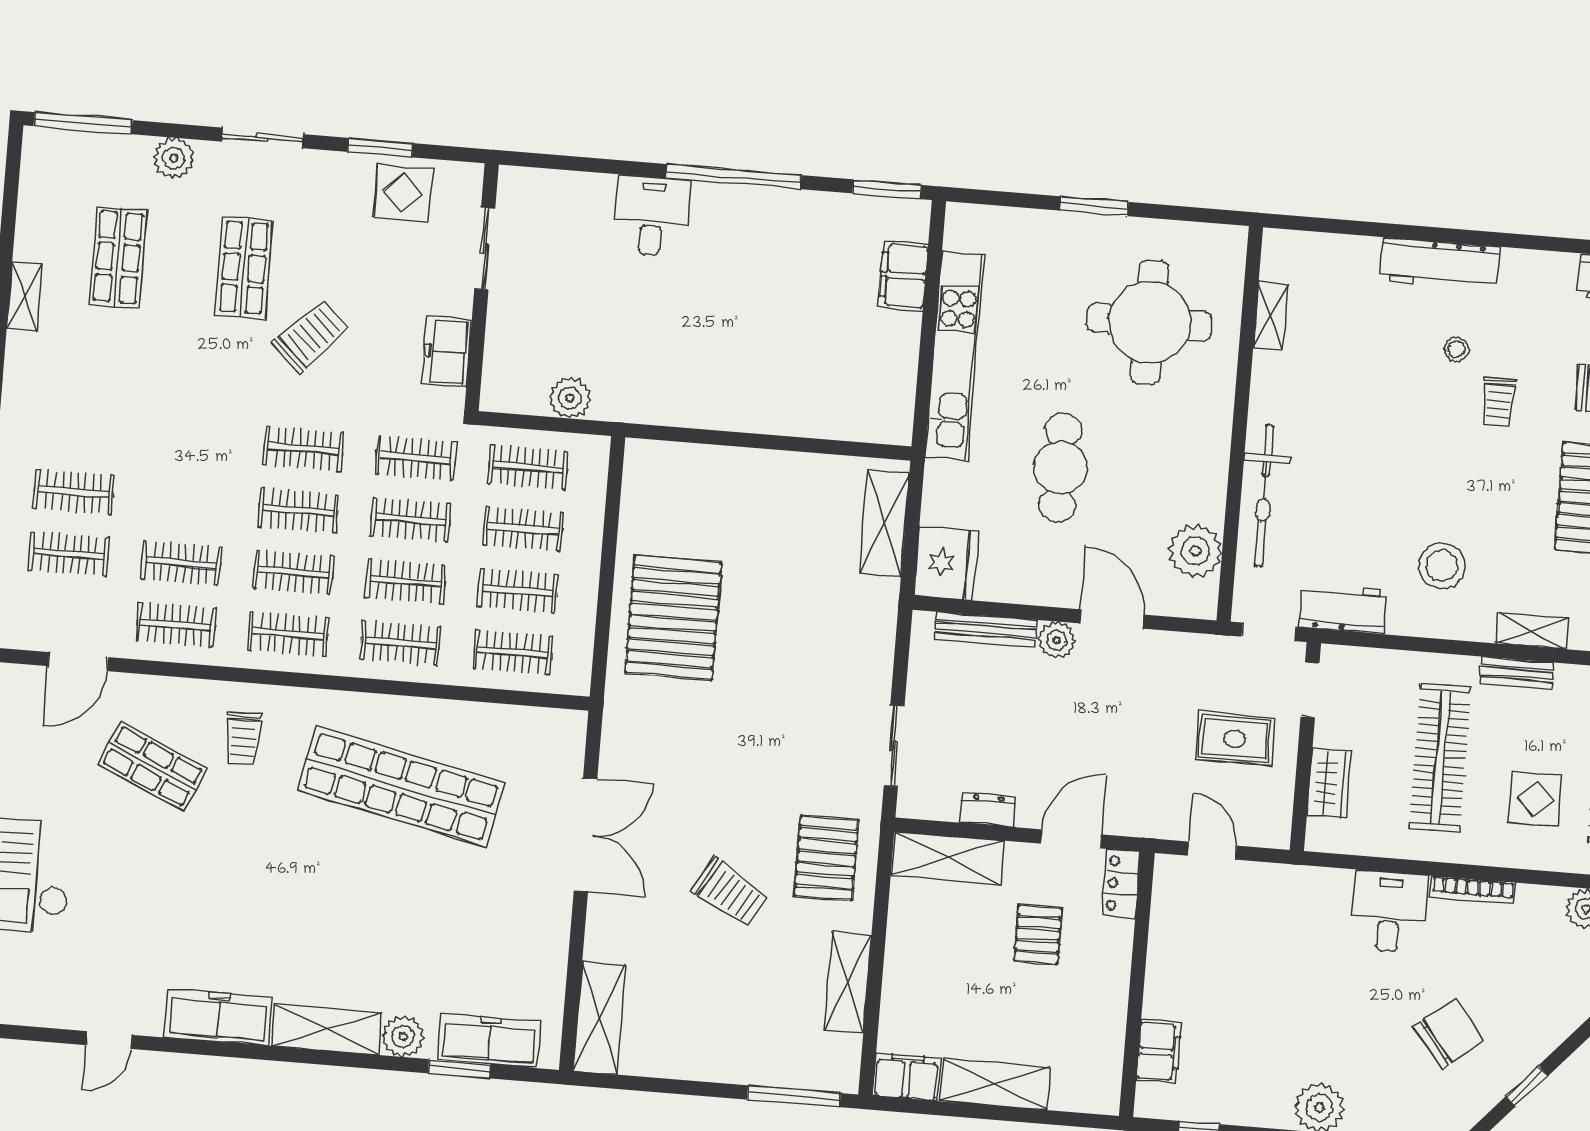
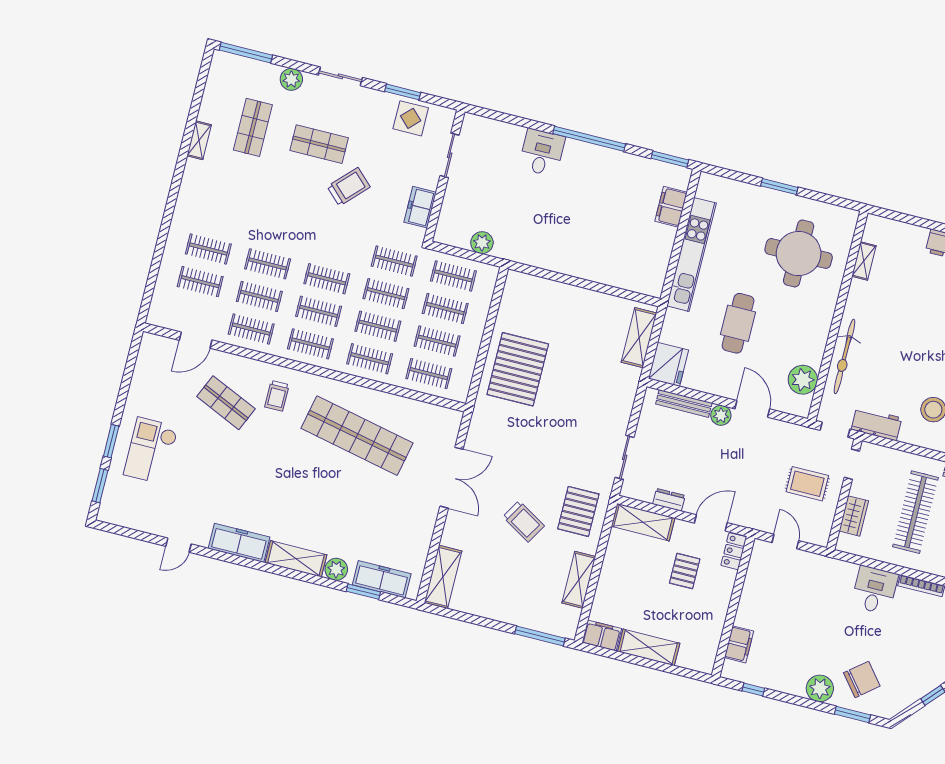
shop shelf: (244, 268) -> (319, 144), turned 90
clothes rail: (303, 449) -> (268, 264), moved
chair: (1449, 1034) -> (862, 679), moved

